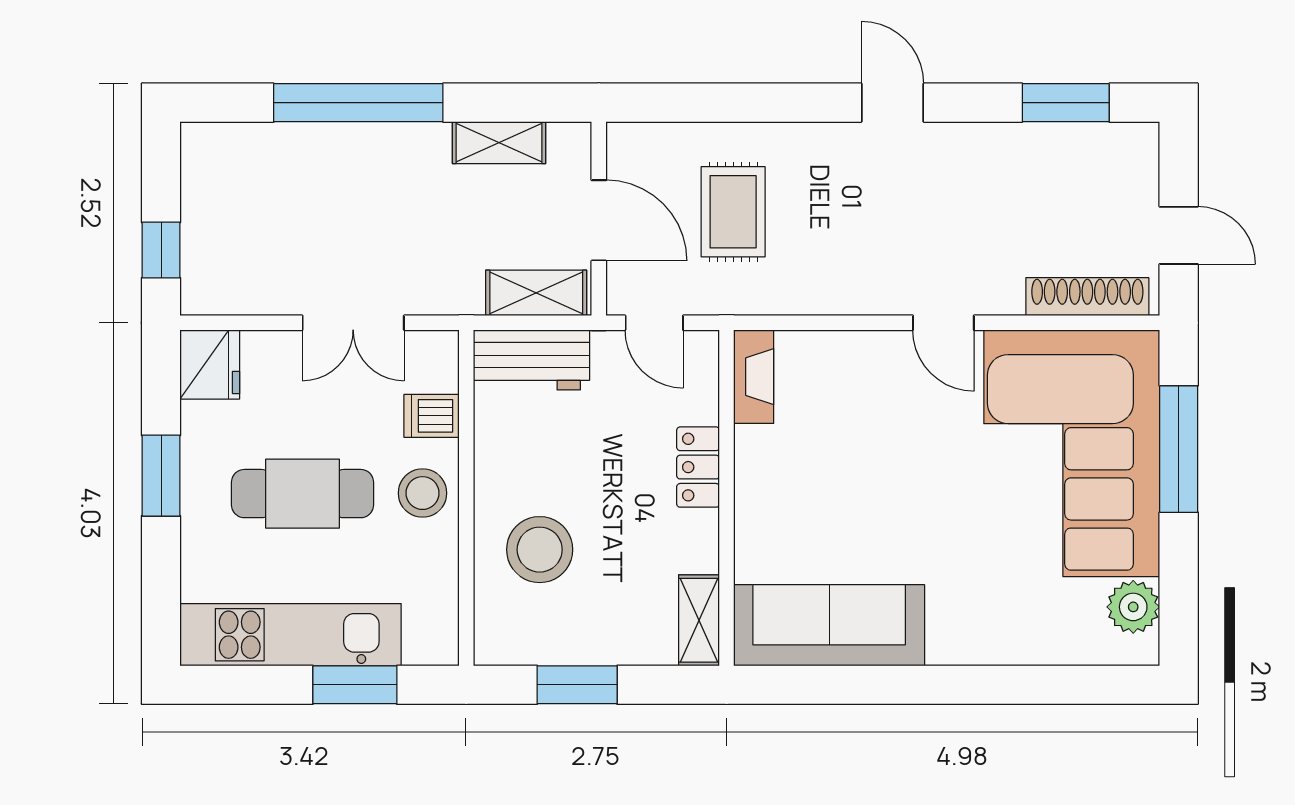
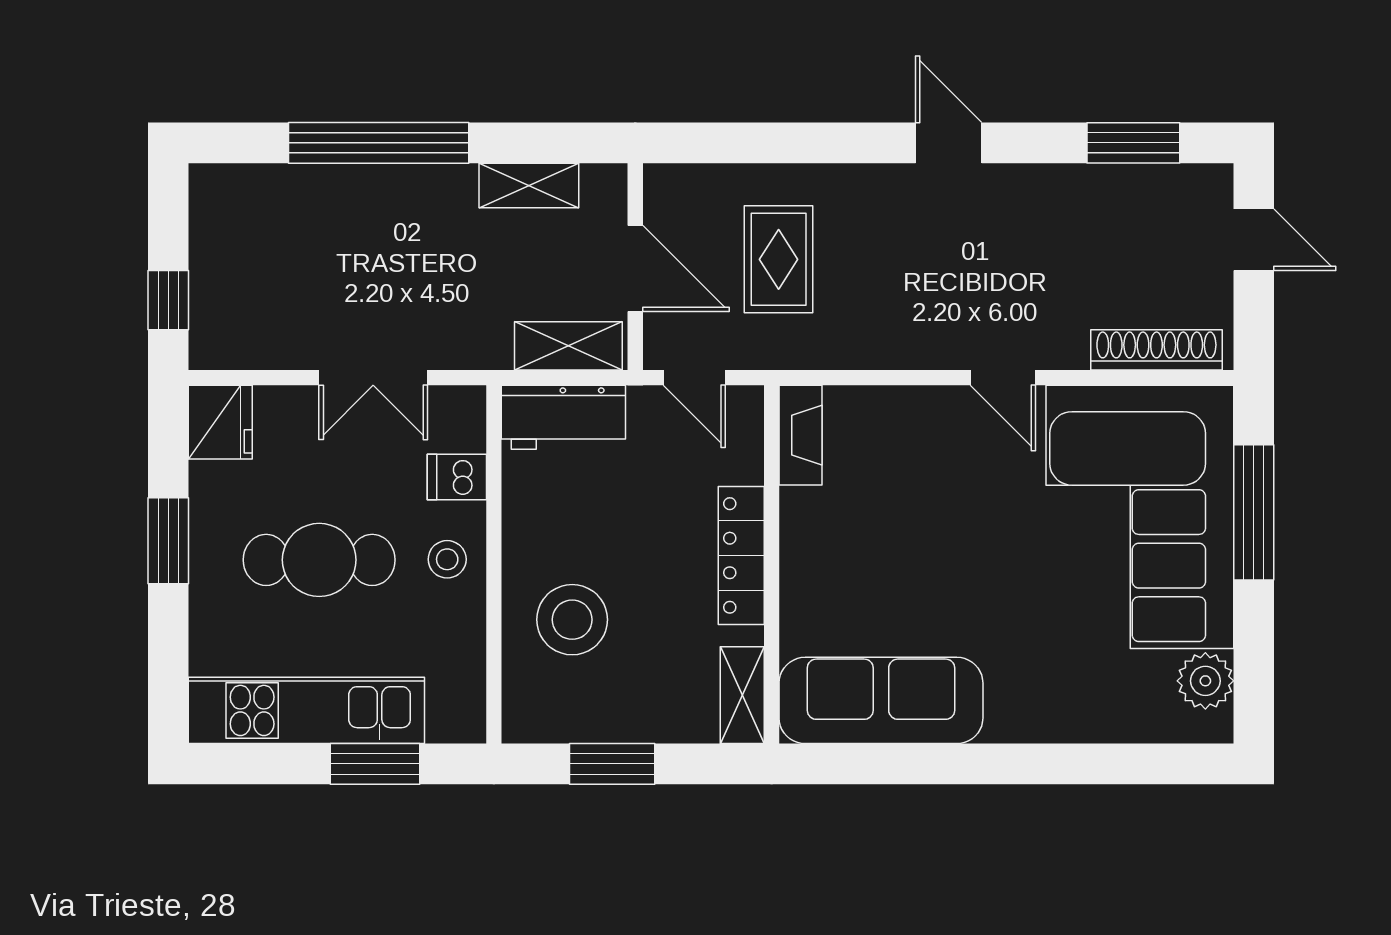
door: (1179, 235) -> (1254, 240), moved
locker: (698, 467) -> (741, 555), width x1.53
stool: (423, 493) -> (447, 559), width x0.73, depth x0.73

